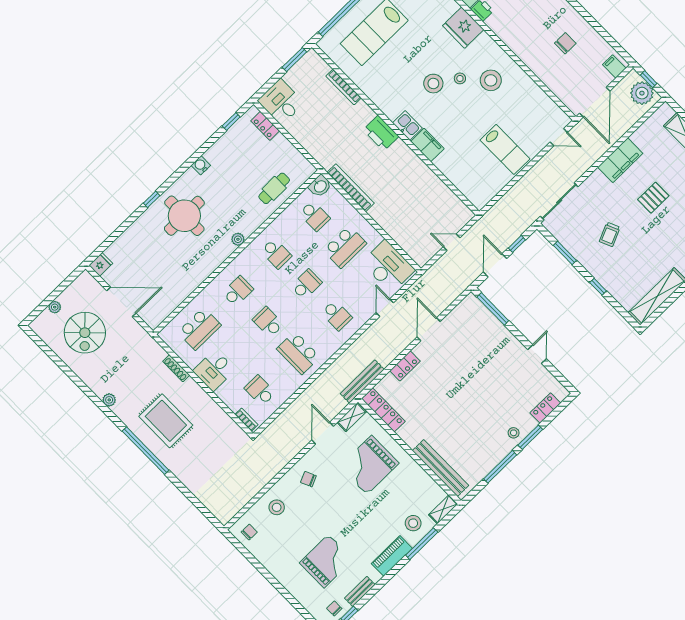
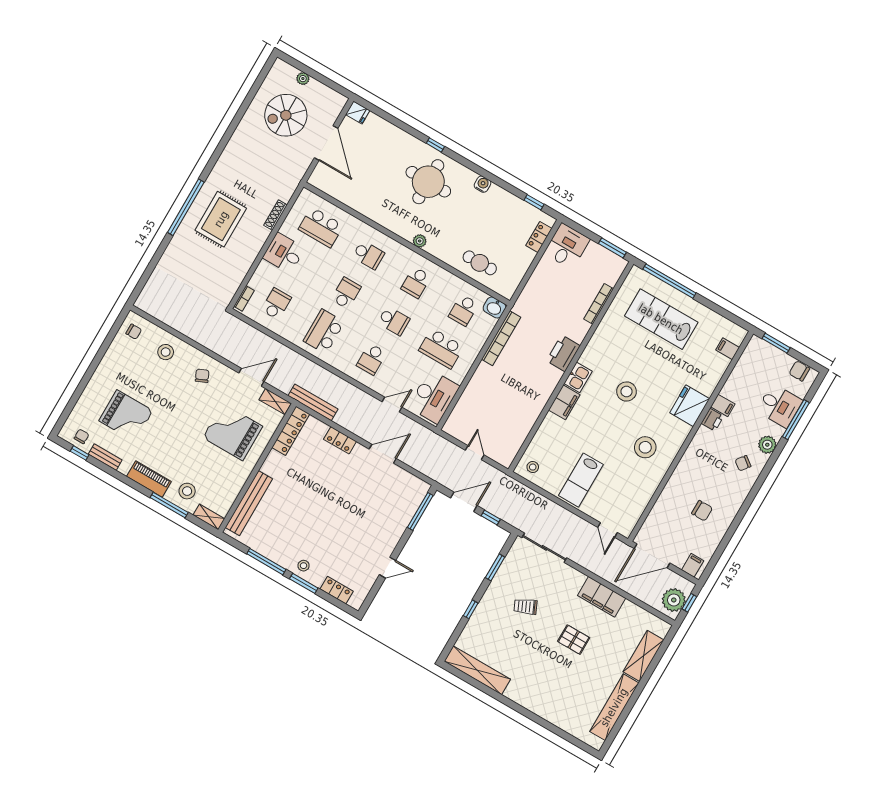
stool: (460, 78) -> (533, 467), moved
plant: (109, 400) -> (226, 158), removed

